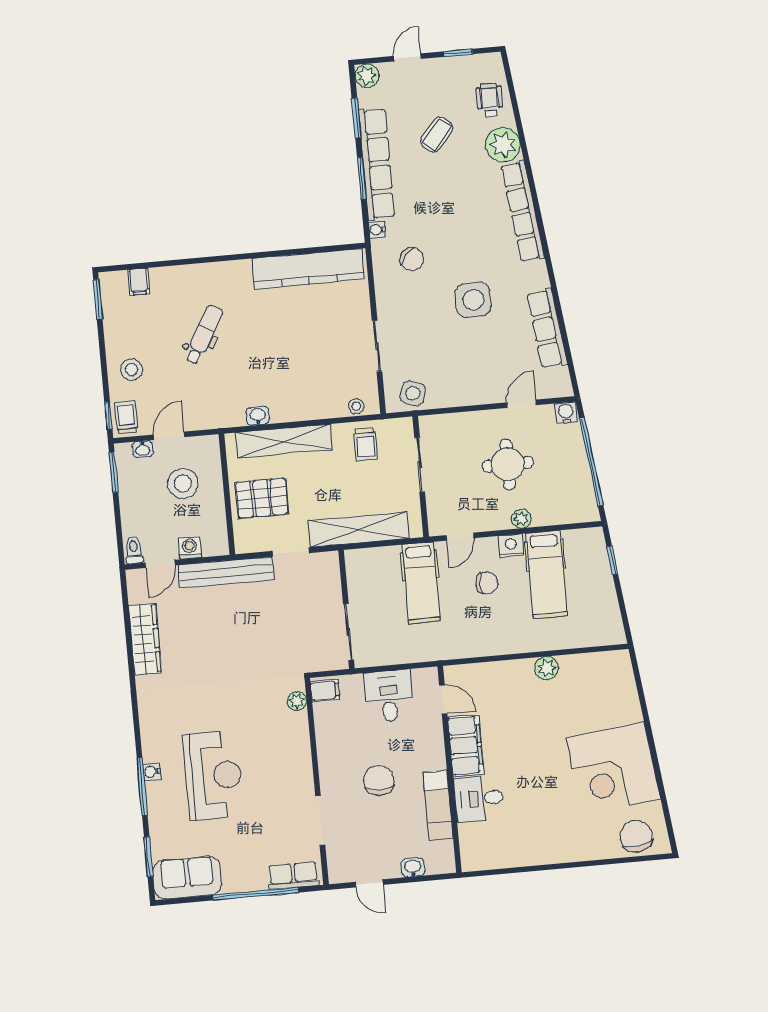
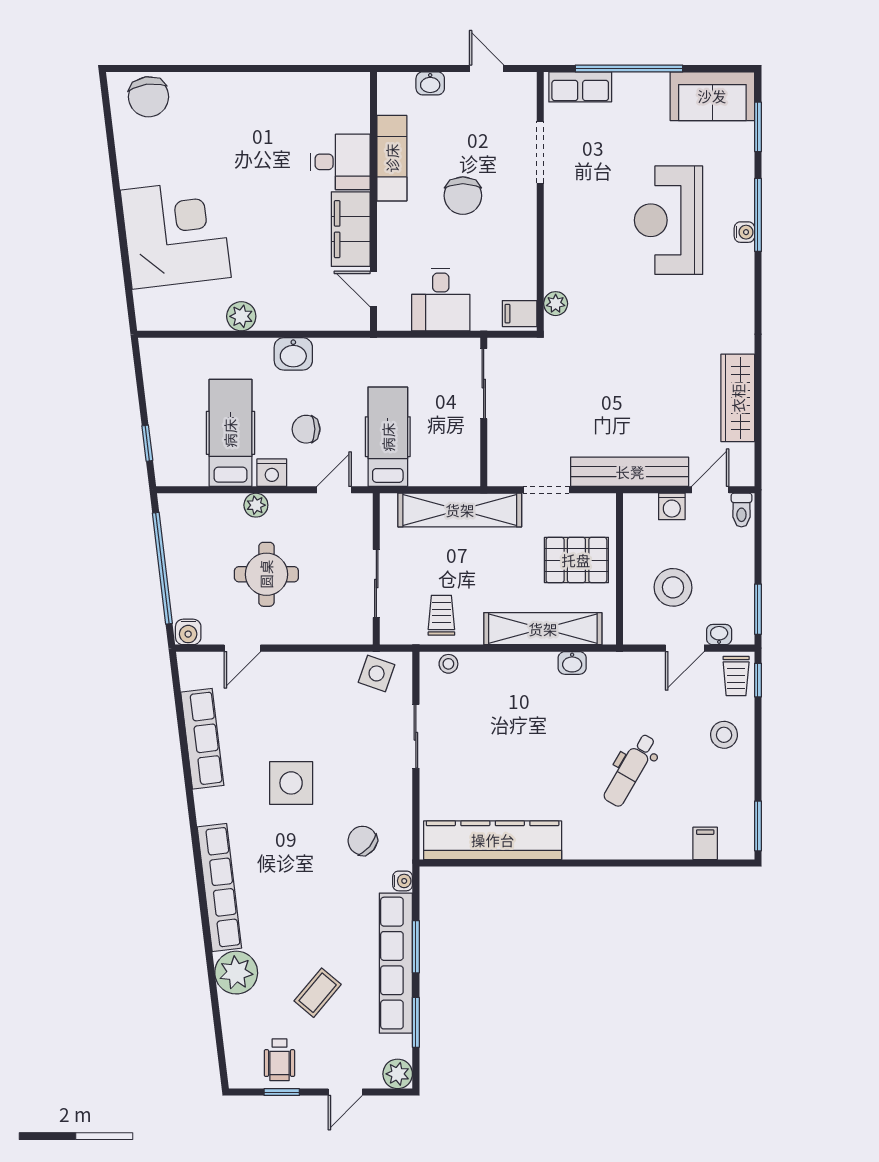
wheelchair: (489, 100) -> (279, 1060), moved
washbasin: (502, 642) -> (293, 354), added
corner desk: (613, 769) -> (176, 234), moved

